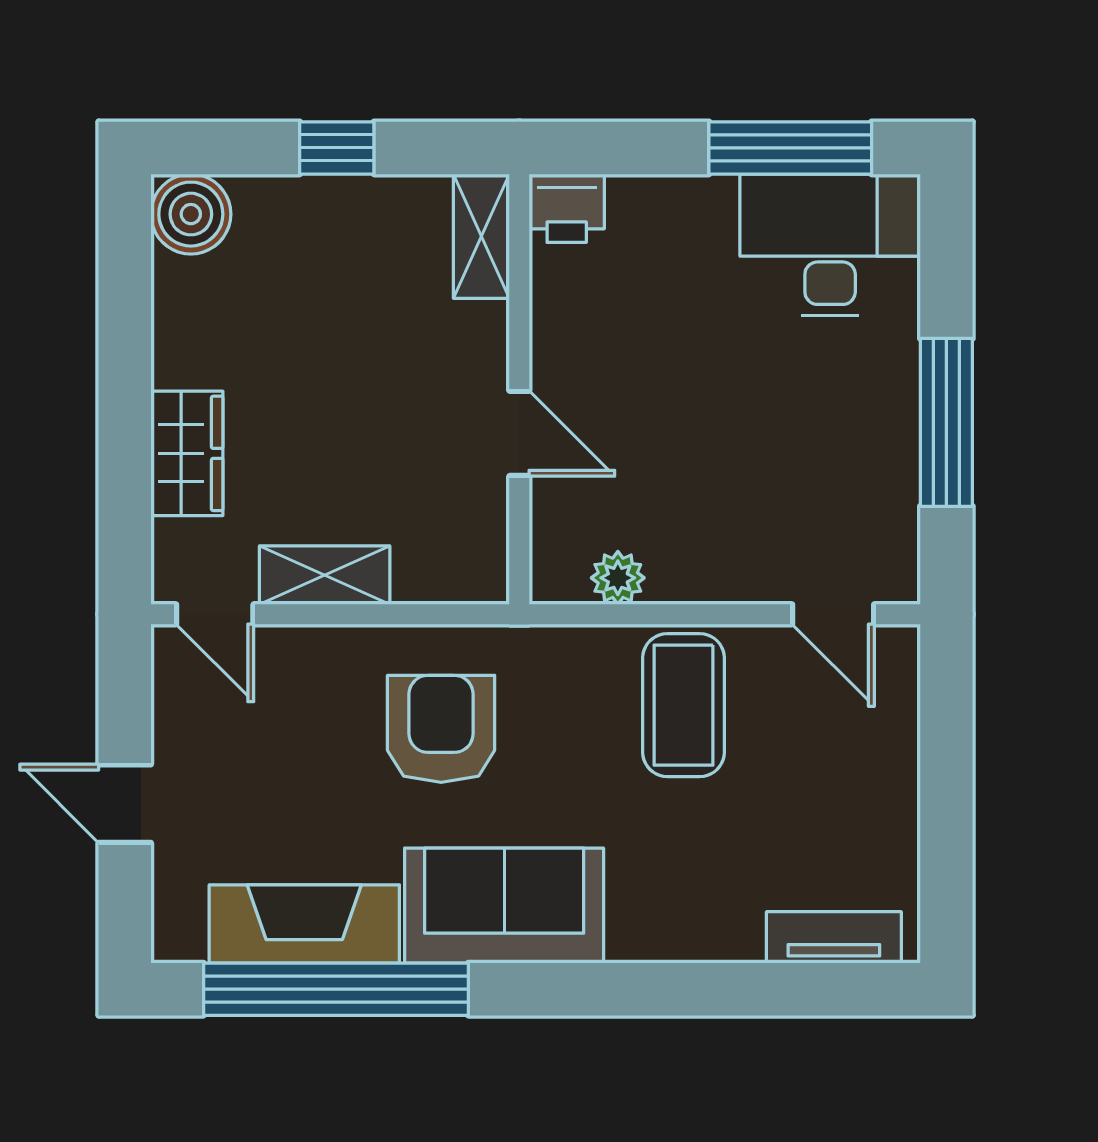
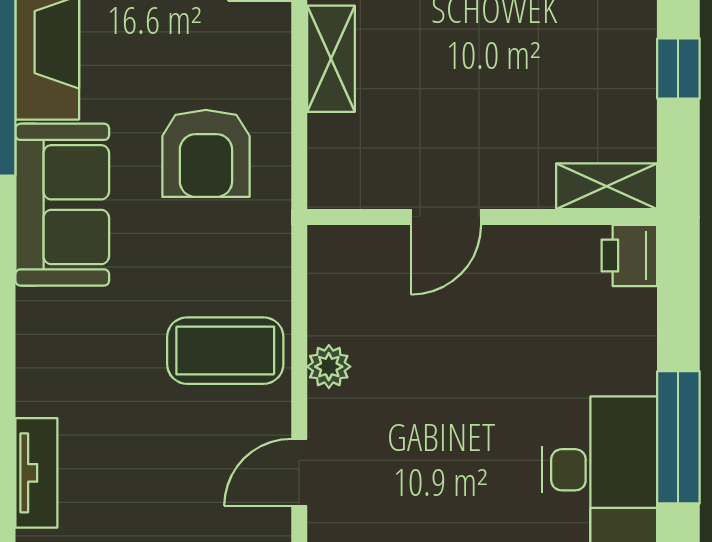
plant: (618, 578) -> (329, 367), moved
armchair: (441, 729) -> (206, 153), turned 90

